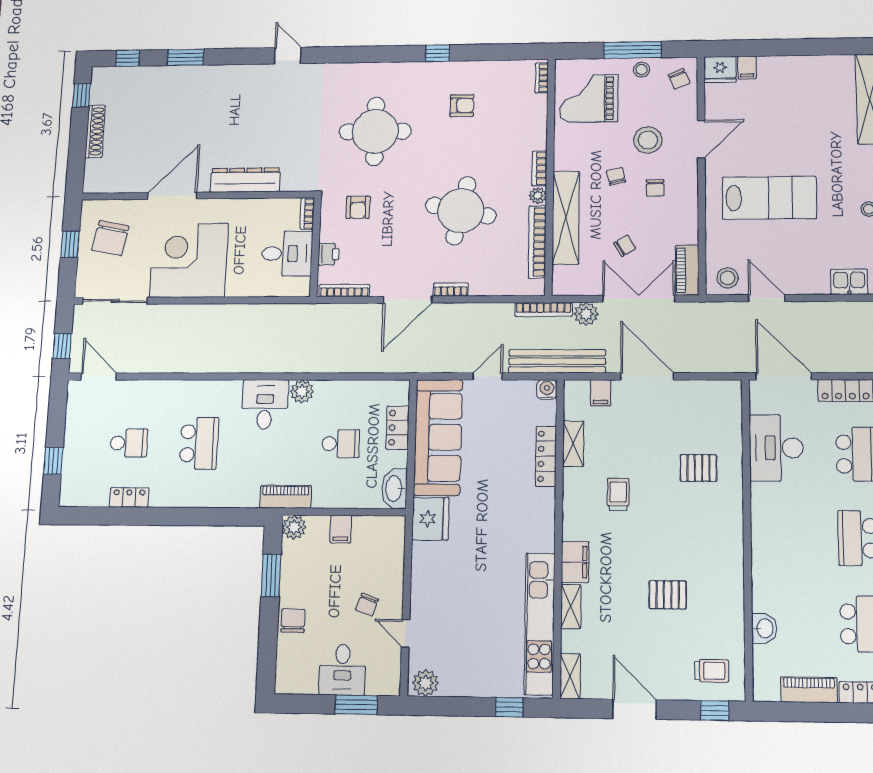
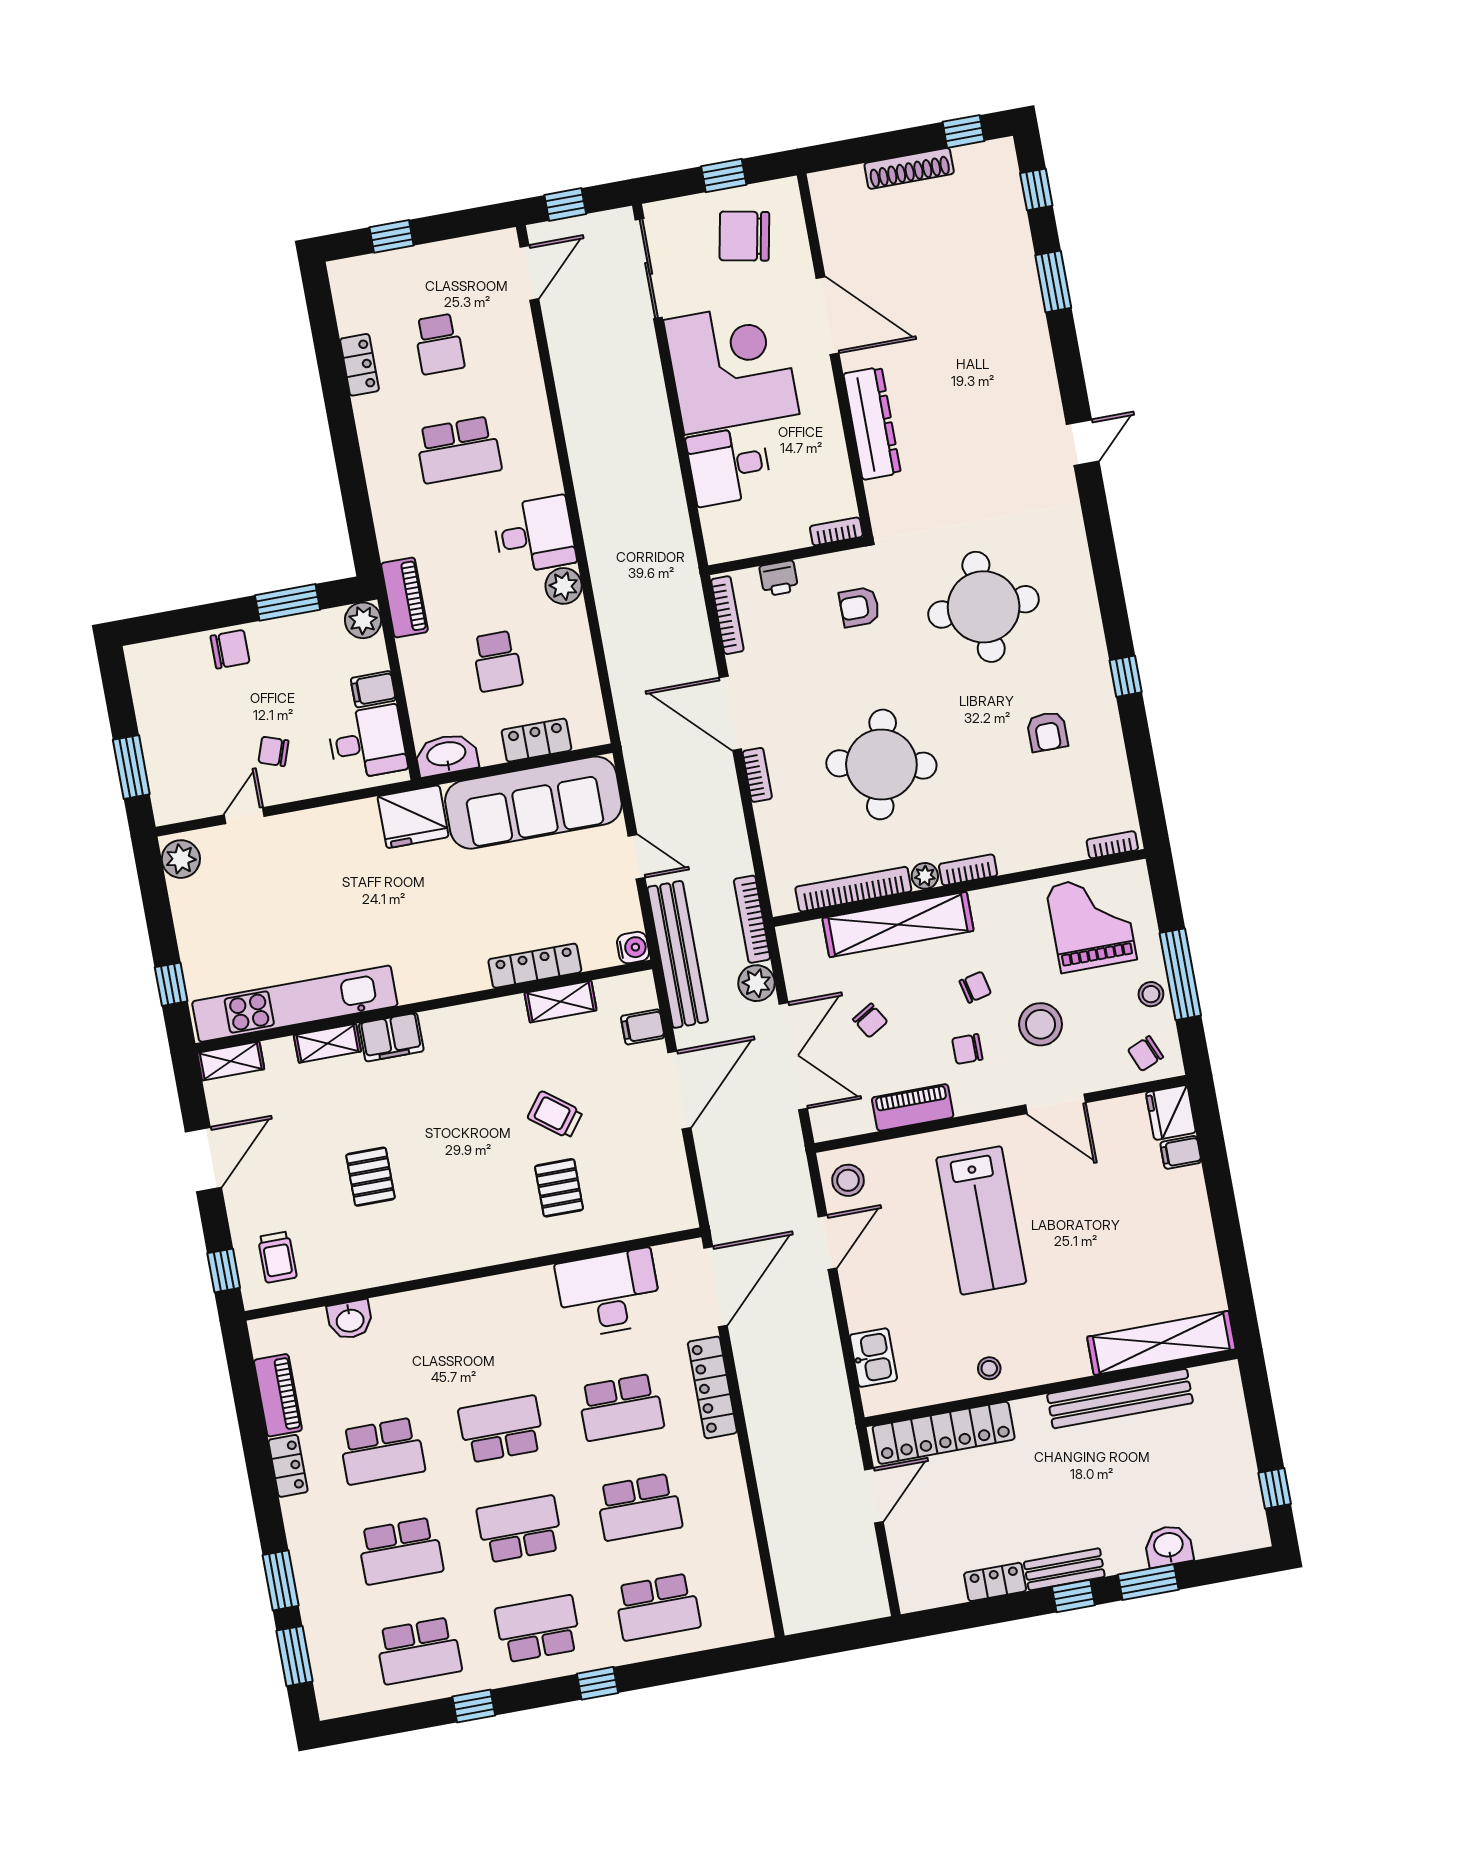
desk: (287, 254) -> (729, 466), moved, turned 90
piano: (687, 270) -> (913, 1107), moved
trolley: (618, 494) -> (555, 1115), moved, turned -143
desk: (342, 670) -> (367, 743), moved, turned 180

